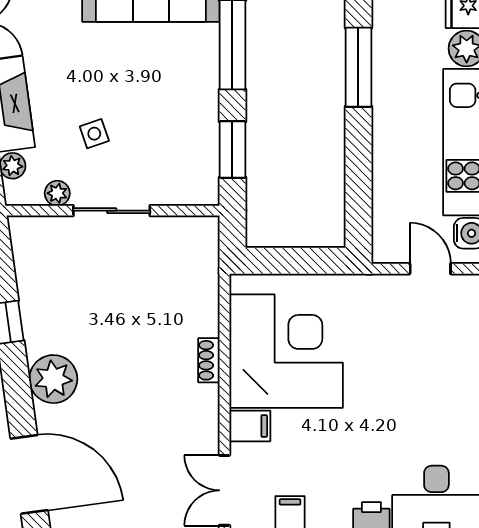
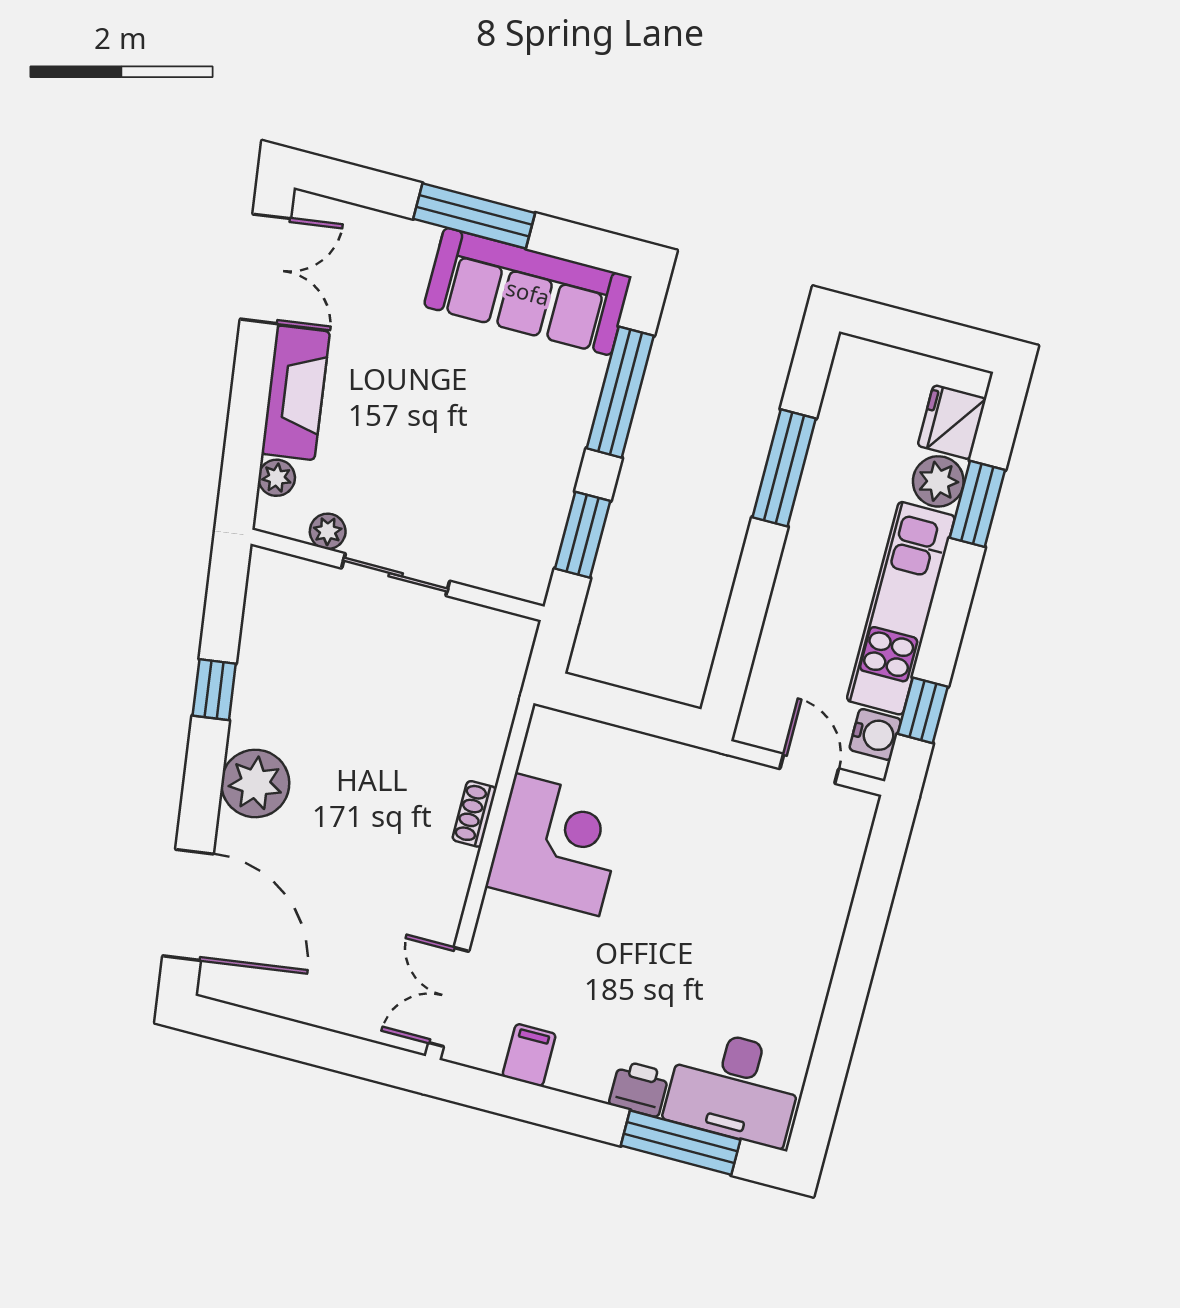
side table: (94, 134) -> (400, 463), removed
corner desk: (286, 351) -> (557, 844), width x0.74, depth x0.74
filing cabinet: (250, 426) -> (506, 918), removed

